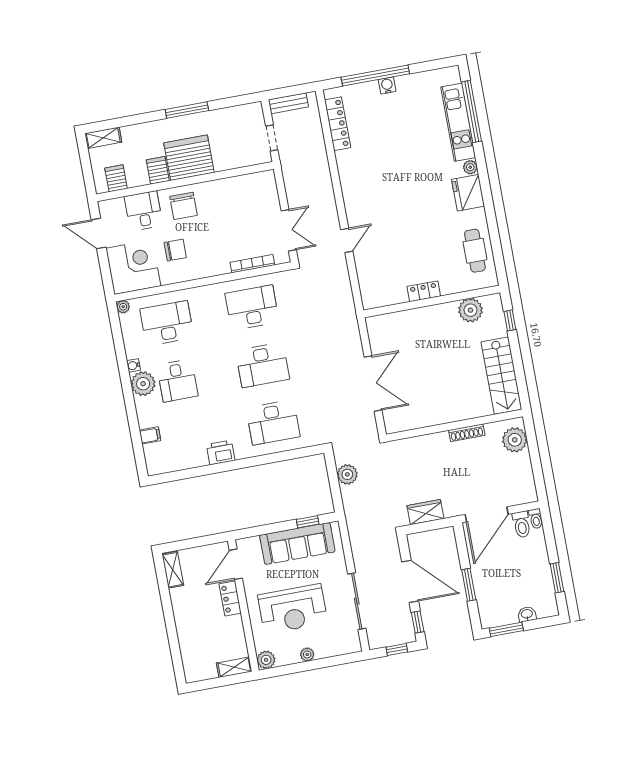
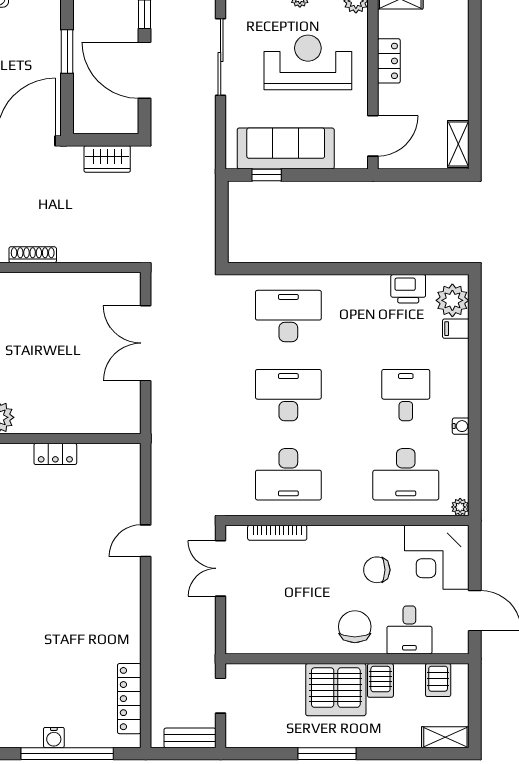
plant: (143, 384) -> (452, 300), moved
printer: (221, 452) -> (408, 289), moved
plant: (347, 474) -> (202, 228), removed
locker: (230, 598) -> (389, 61), moved

